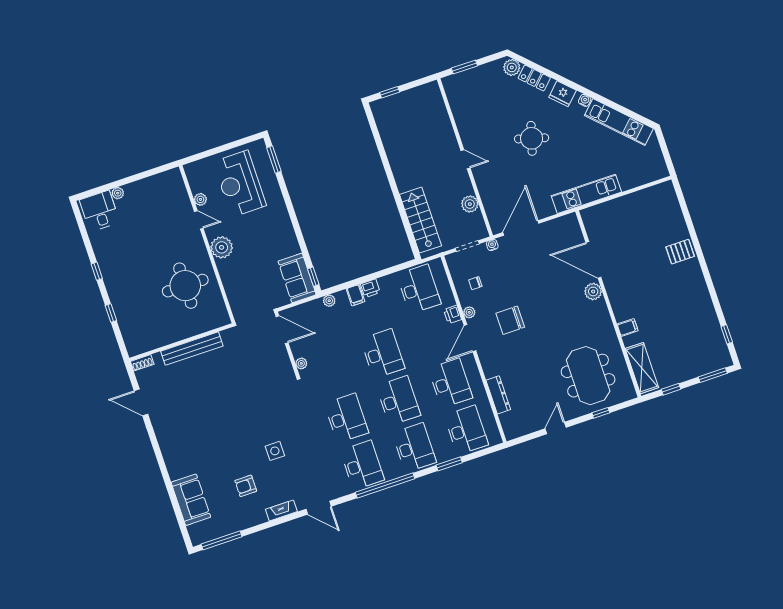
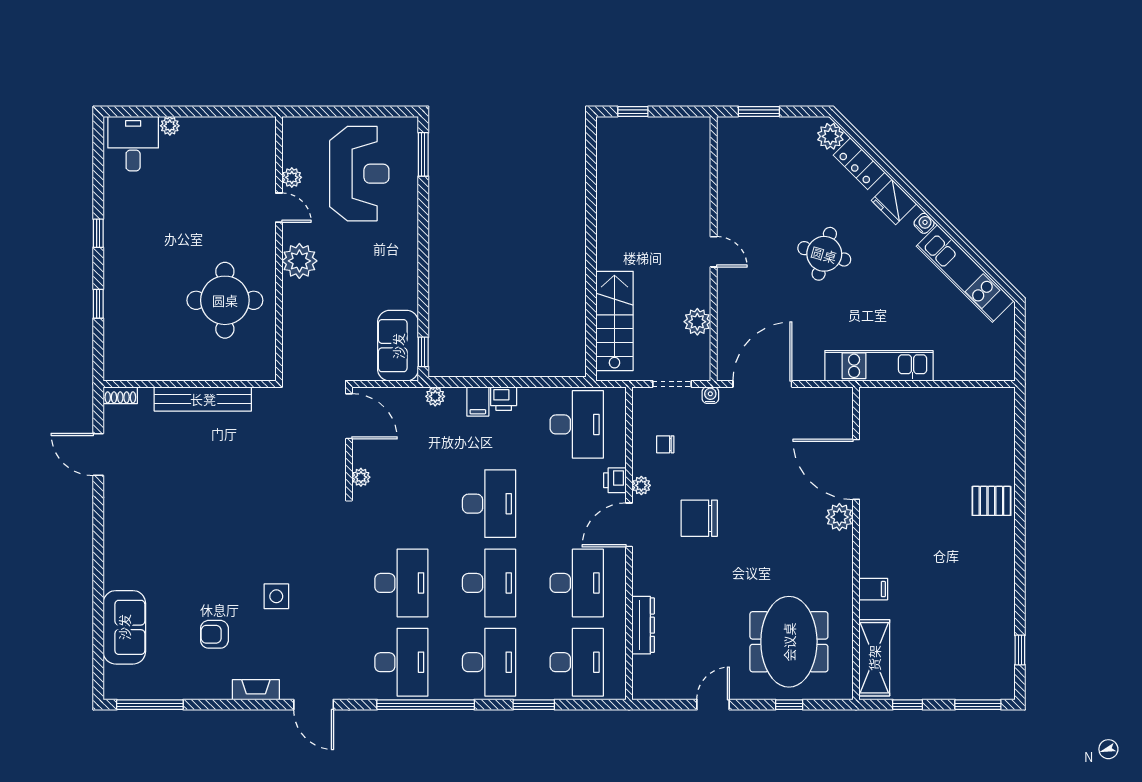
reception desk: (240, 184) -> (359, 174), turned 180

